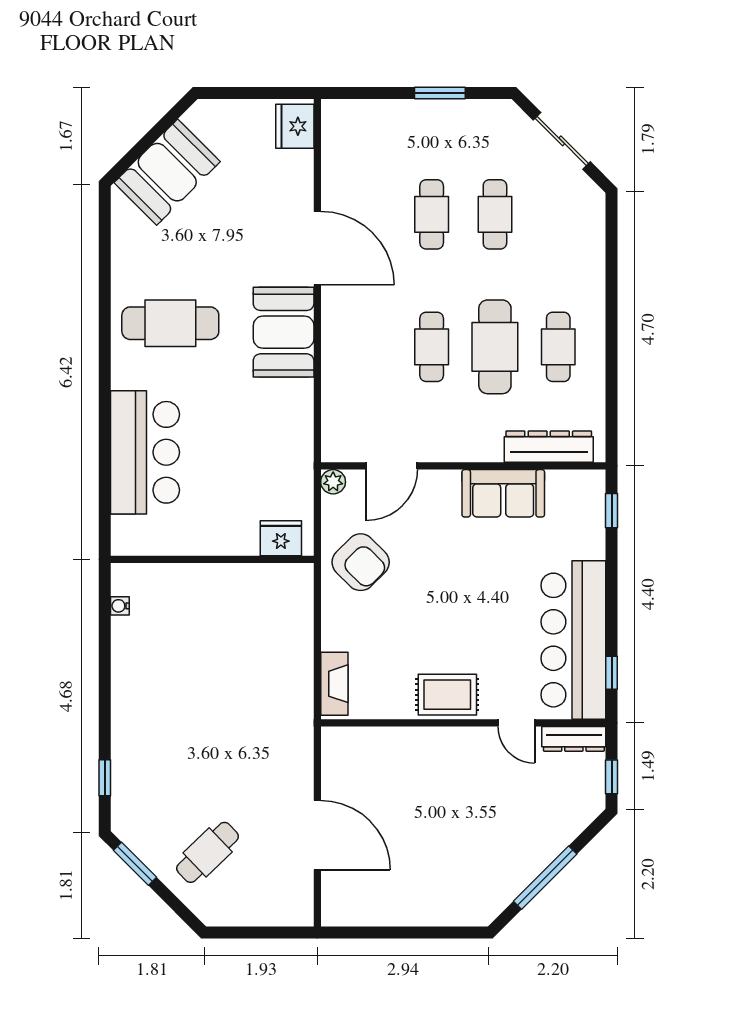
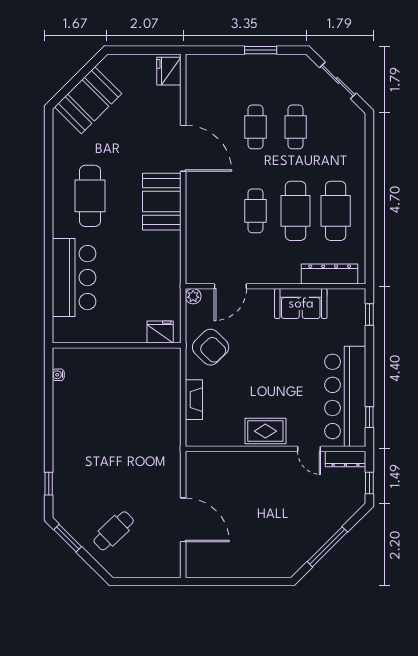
cafe table: (170, 323) -> (90, 196), turned 90
cafe table: (558, 347) -> (336, 211), width x1.37, depth x1.35
fireplace: (334, 684) -> (194, 400), moved

